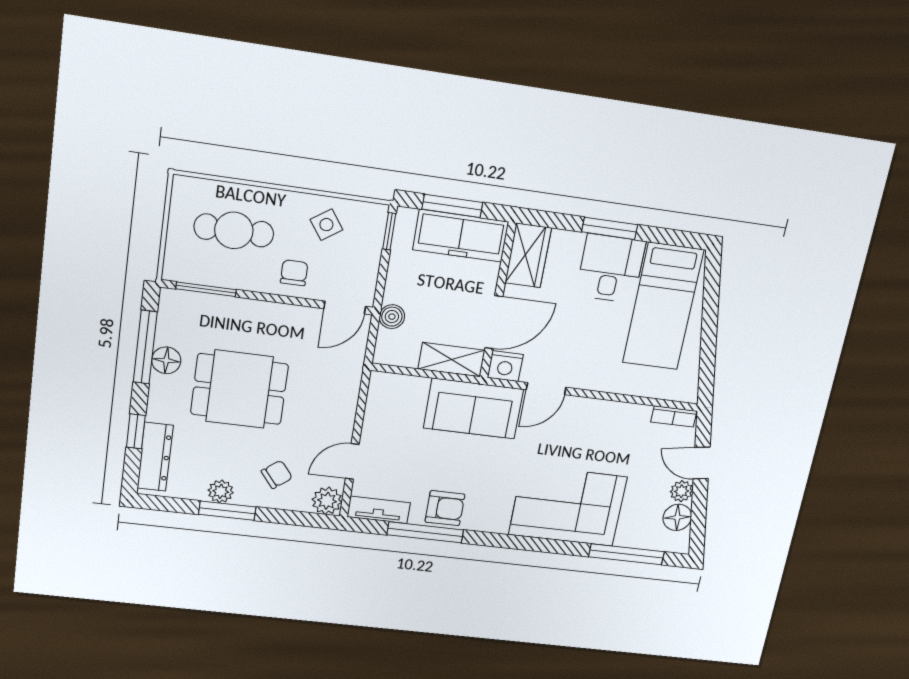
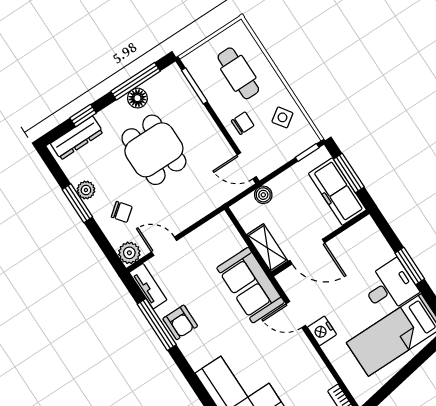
wardrobe: (528, 255) -> (358, 236), removed
nightstand: (505, 366) -> (322, 331), moved

